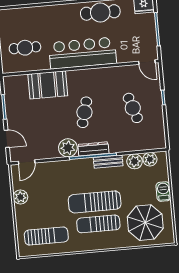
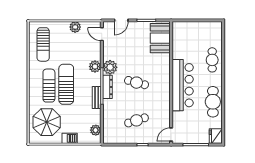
cafe table: (25, 48) -> (212, 60), moved
booth: (48, 85) -> (160, 38), moved
plant: (135, 161) -> (95, 67), moved

